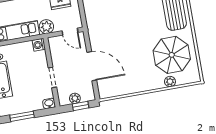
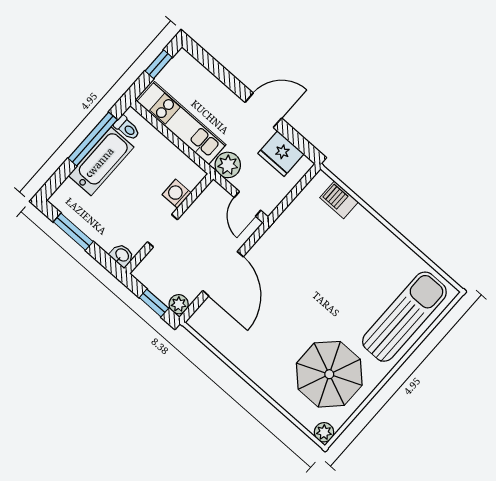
washing machine: (39, 45) -> (177, 194), moved
plant: (170, 82) -> (324, 432), moved
plant: (75, 98) -> (179, 304), moved

